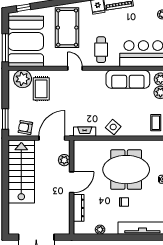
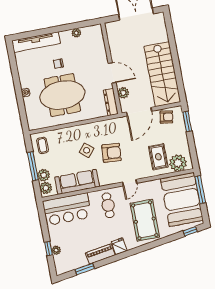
door: (75, 68) -> (130, 183), hinge flipped
armchair: (88, 102) -> (111, 153), added
side table: (113, 127) -> (87, 150), moved
fireplace: (85, 132) -> (109, 124), removed
door: (72, 182) -> (112, 73), swing flipped
dresser: (79, 208) -> (111, 102), moved

